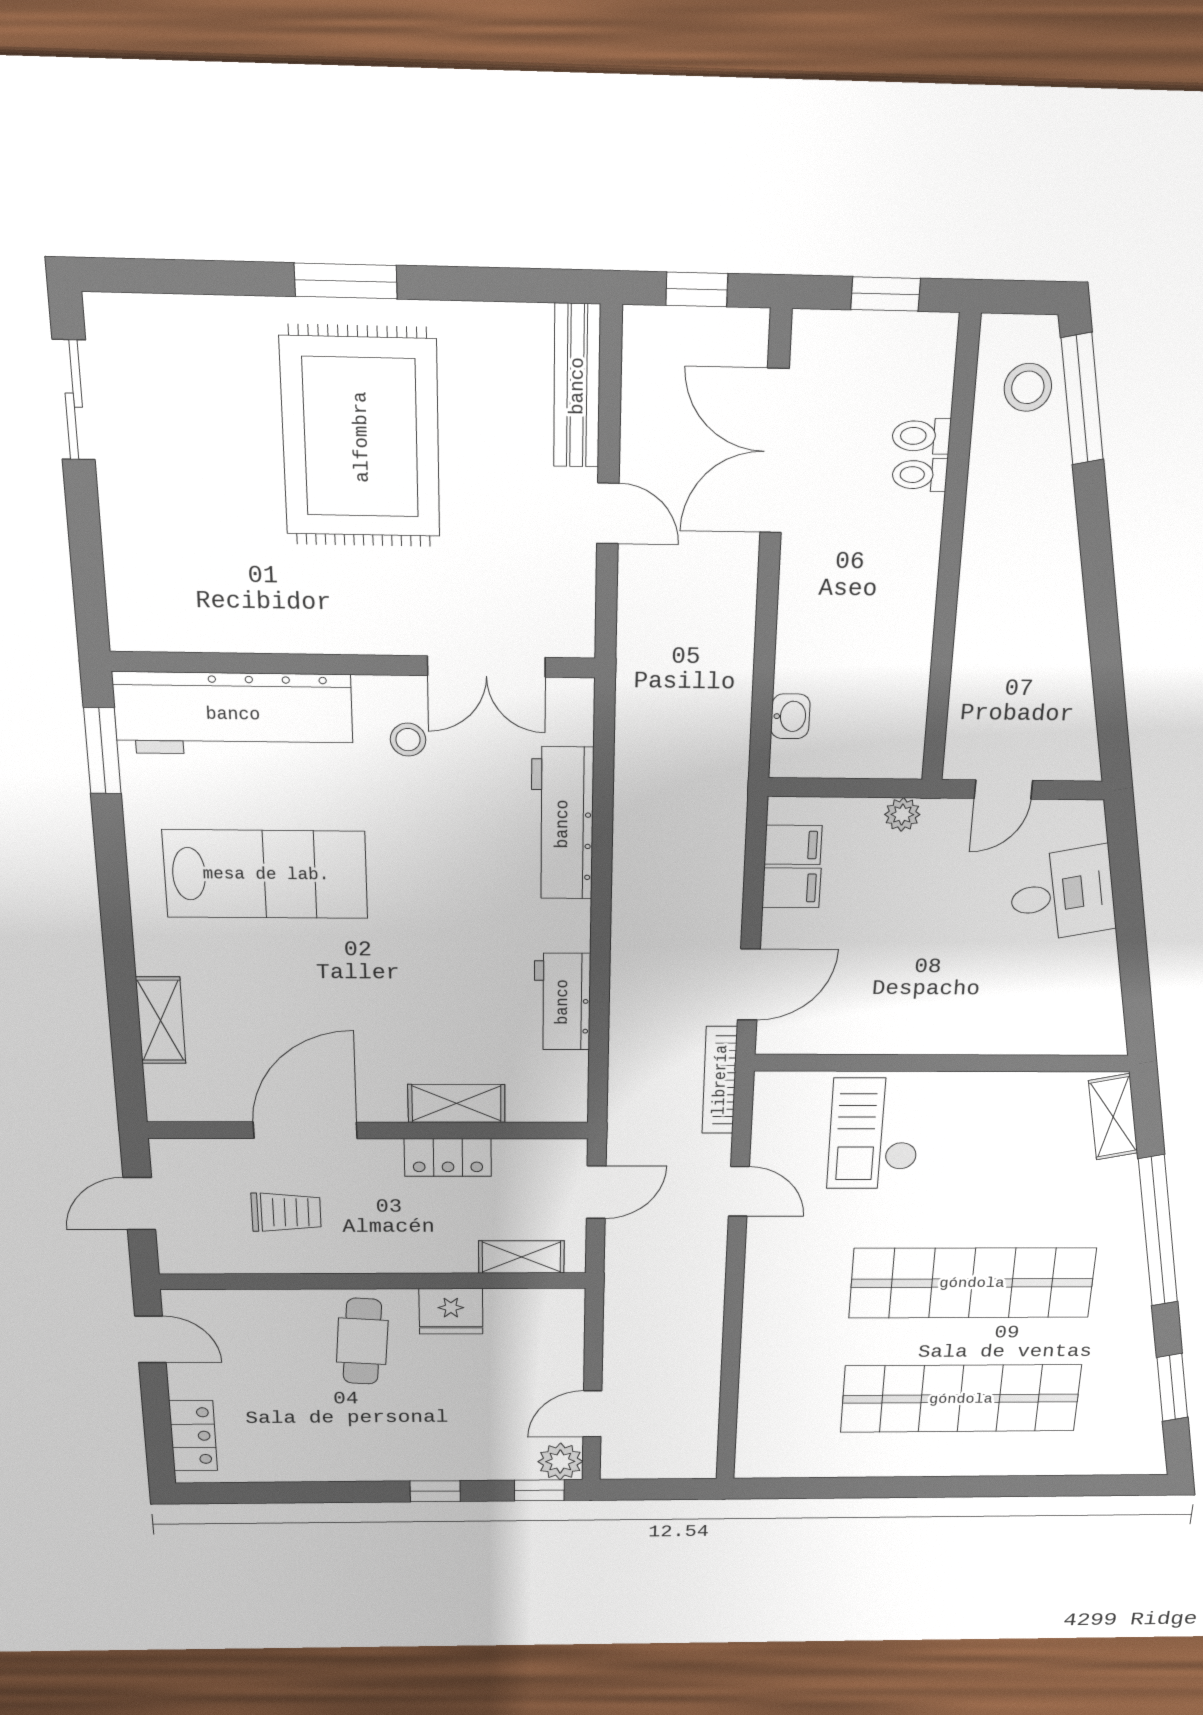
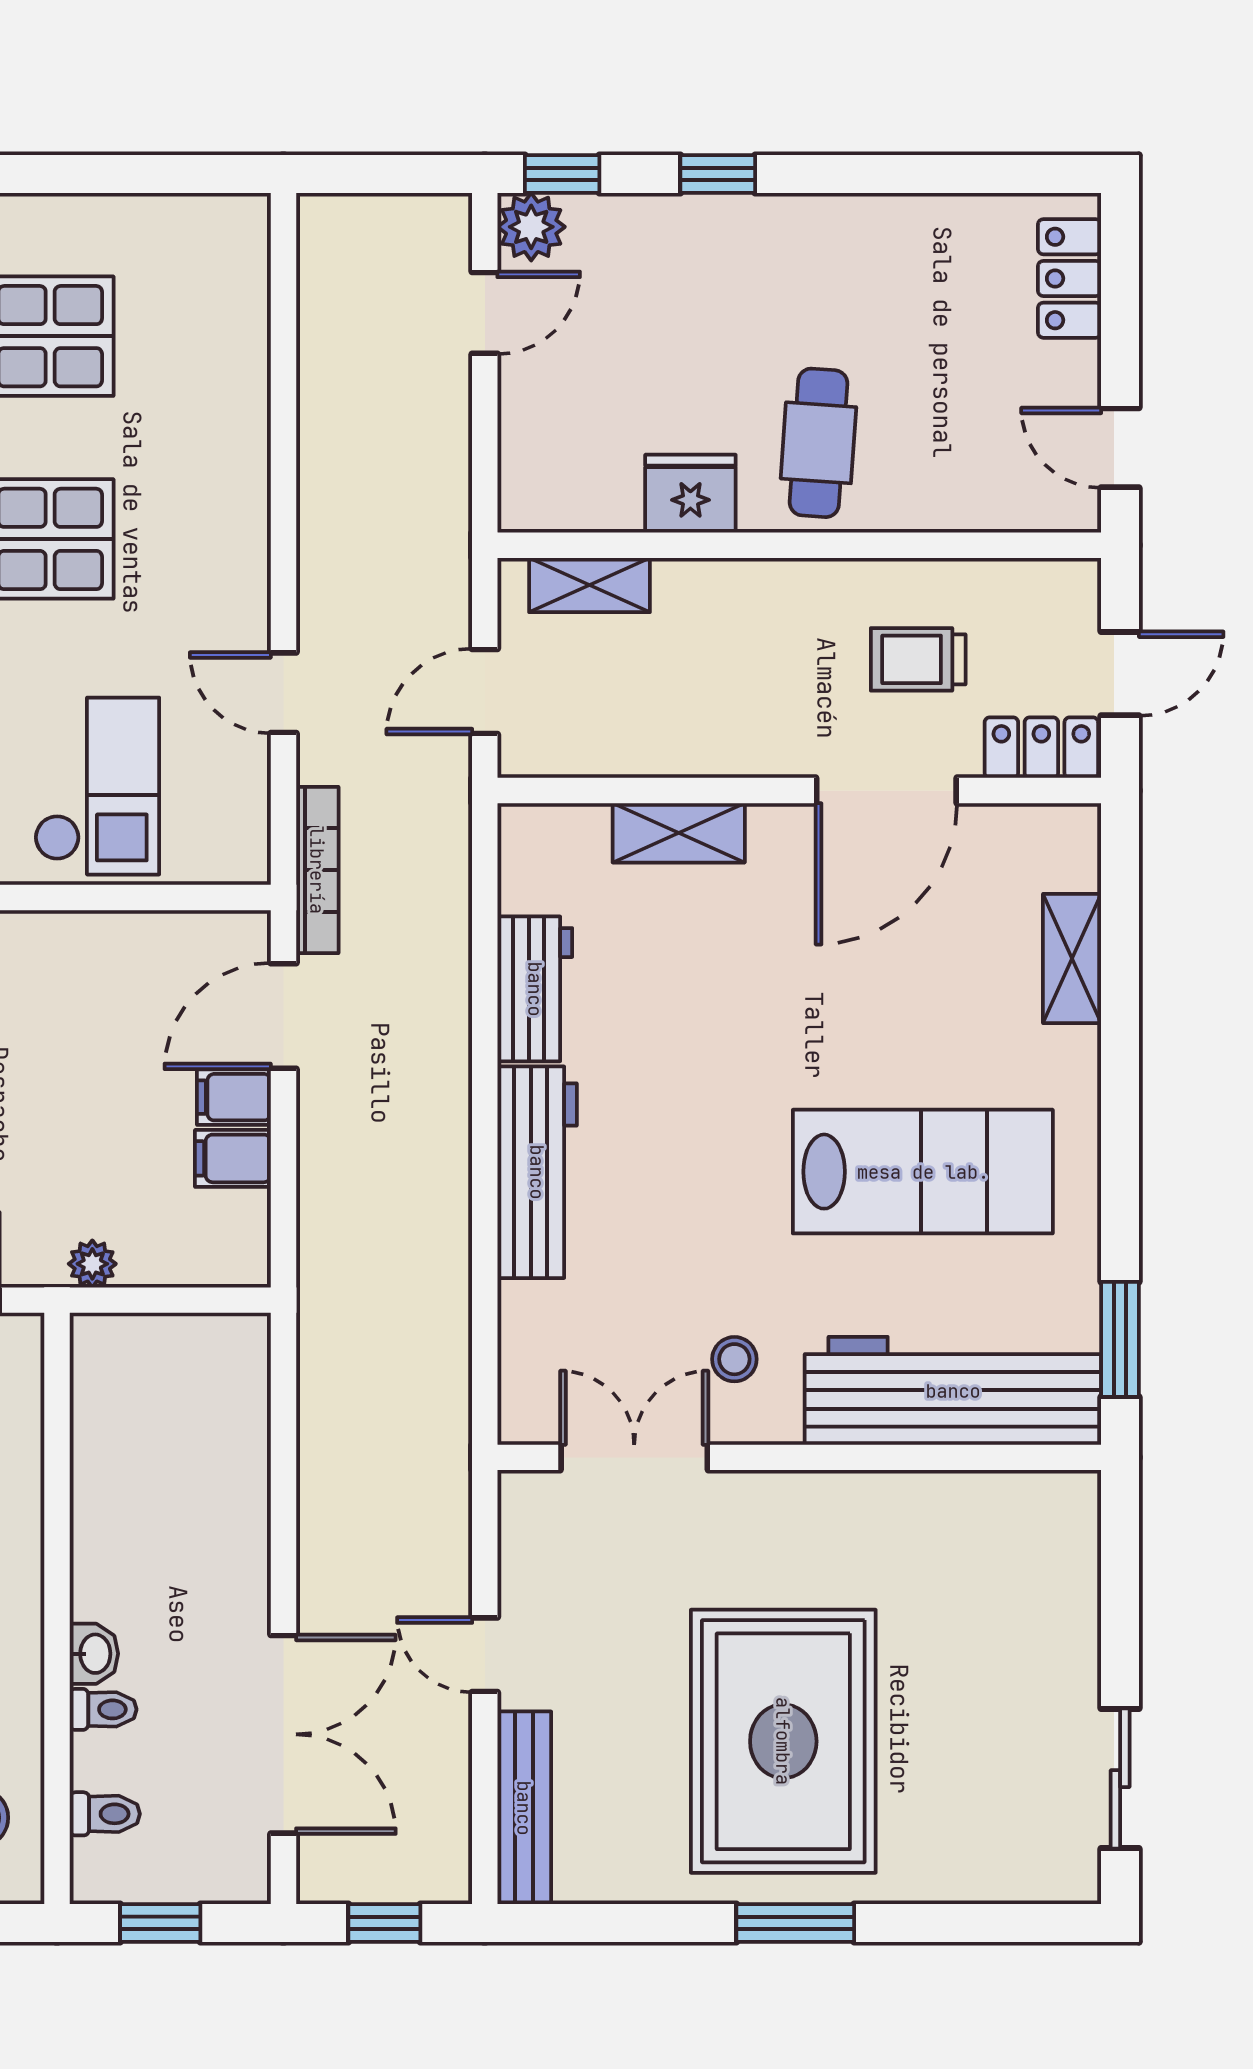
toilet: (921, 436) -> (105, 1814), moved
washbasin: (790, 716) -> (94, 1654), moved, turned 180
workbench: (562, 824) -> (537, 1172), moved
filing cabinet: (793, 845) -> (234, 1097), moved
lab bench: (266, 874) -> (923, 1172), turned 180
locker: (448, 1157) -> (1041, 748), moved

